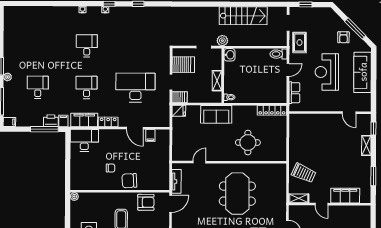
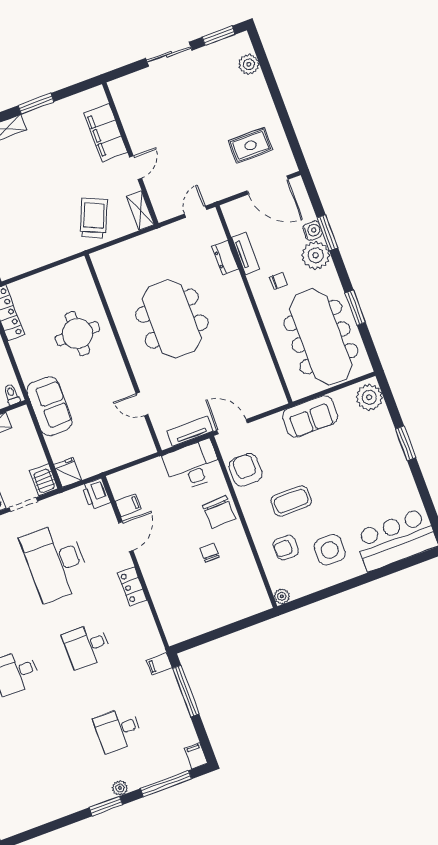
filing cabinet: (84, 120) -> (144, 629), removed
printer: (51, 121) -> (96, 494), moved
desk: (84, 140) -> (193, 465), moved, turned 90
window: (373, 176) -> (36, 104), moved
meeting table: (237, 194) -> (172, 319), turned 90
armchair: (98, 208) -> (286, 548), added

